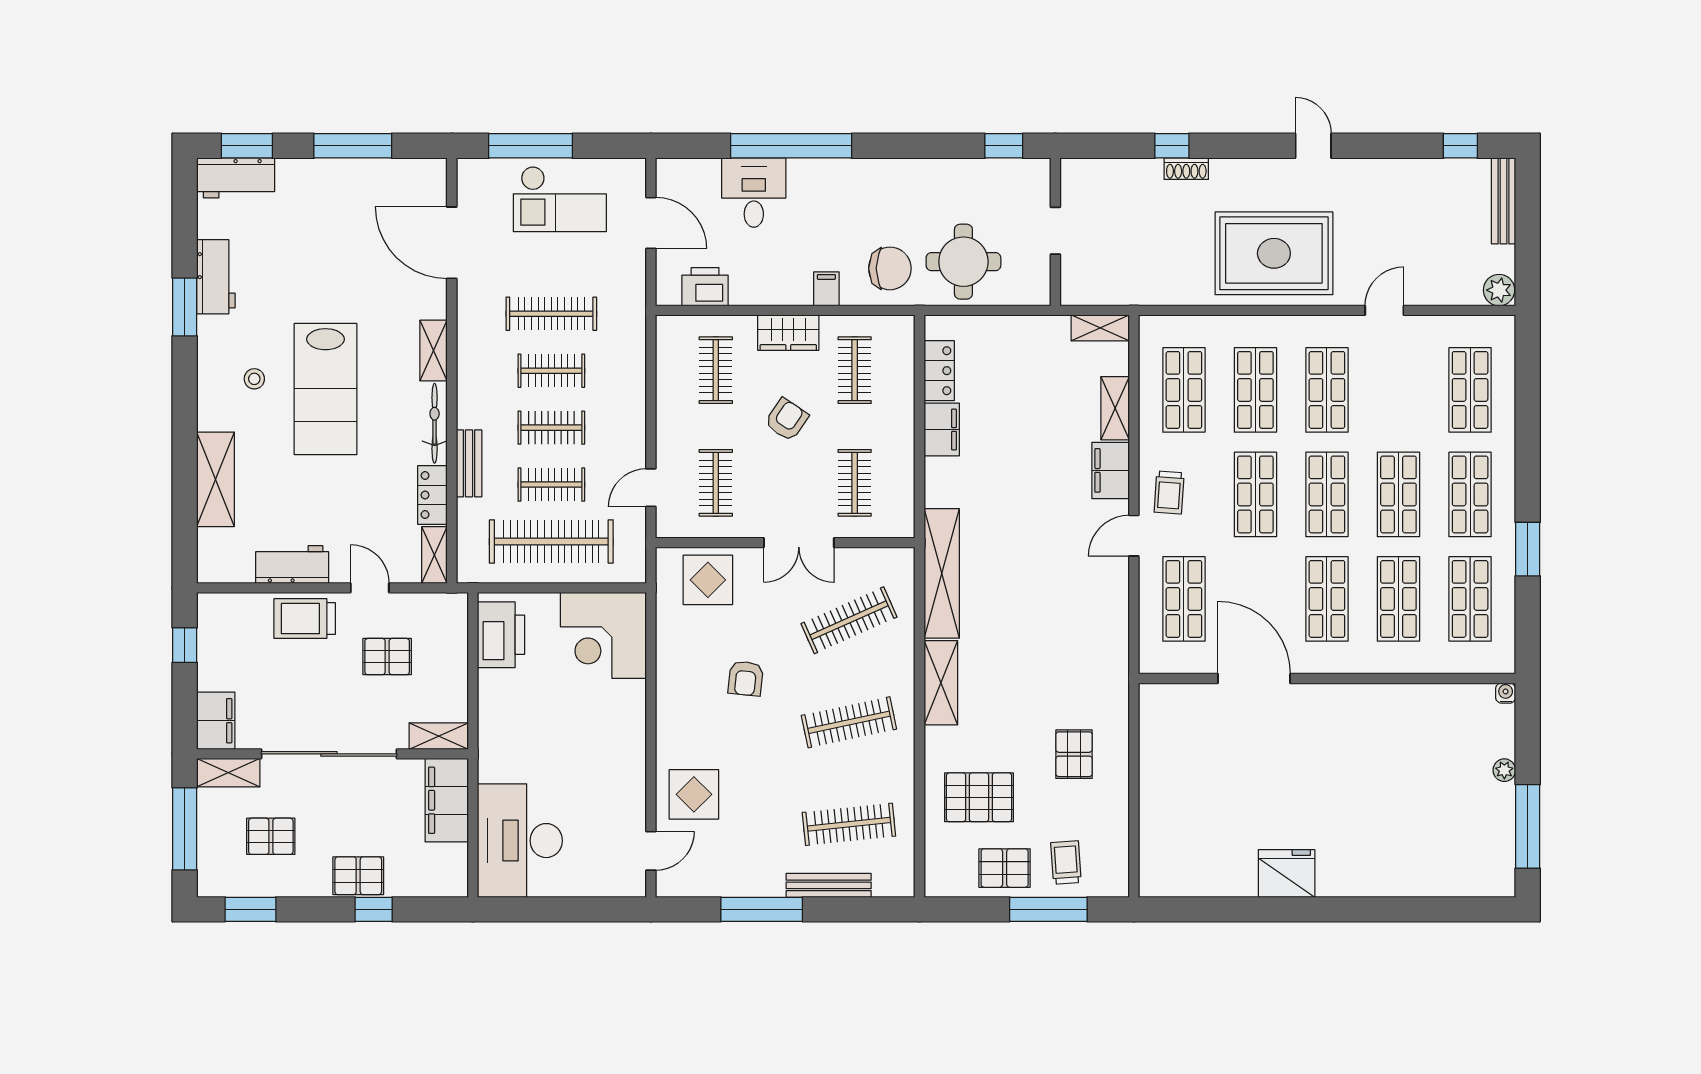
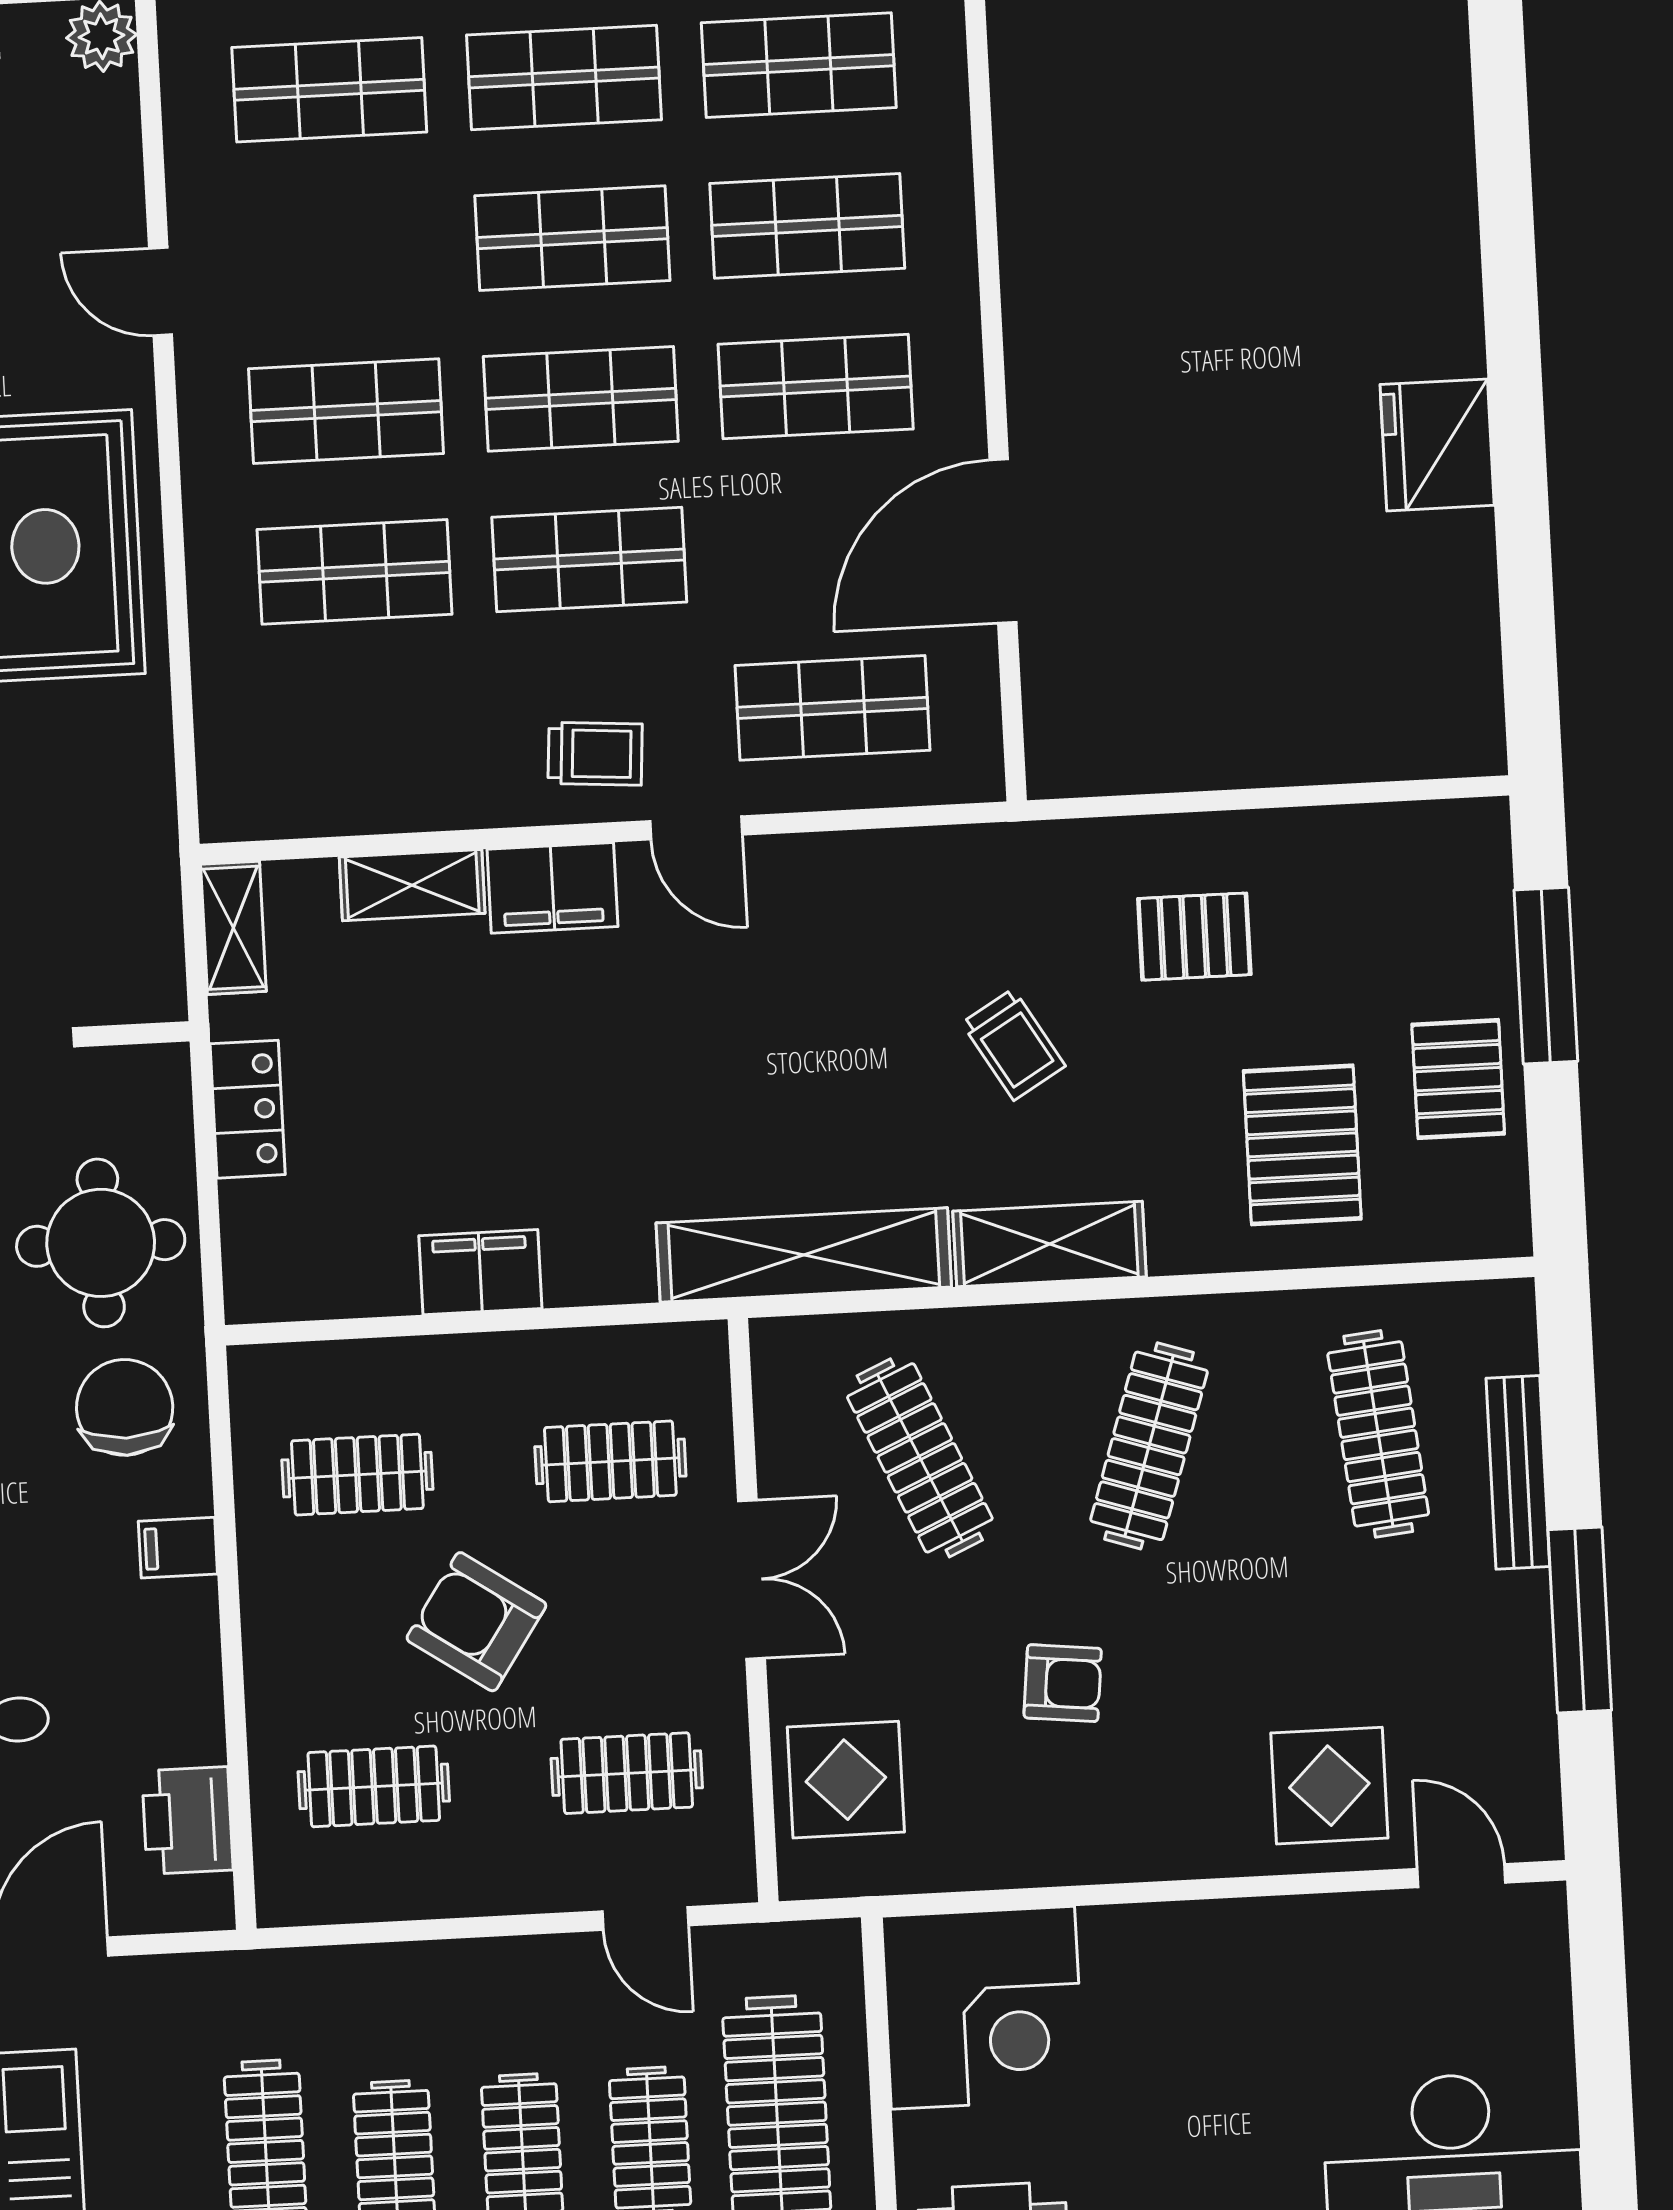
wardrobe: (788, 333) -> (281, 1628), removed
locker: (939, 371) -> (248, 1109), moved, turned 90
shop shelf: (1184, 390) -> (363, 733), removed
armchair: (787, 420) -> (476, 1622), width x1.38, depth x1.38
clothes rail: (849, 722) -> (1149, 1446), turned 30
trolley: (1066, 863) -> (1014, 1045), moved, turned -117

